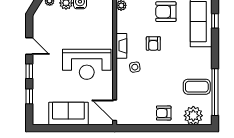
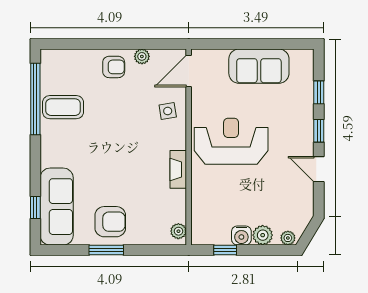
armchair: (153, 43) -> (129, 173), removed
side table: (135, 67) -> (168, 111), moved
door: (115, 110) -> (189, 71), swing flipped
plant: (193, 116) -> (142, 56), moved, width x0.53, depth x0.53

